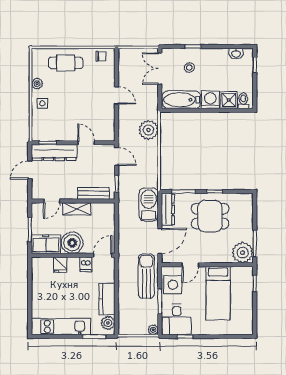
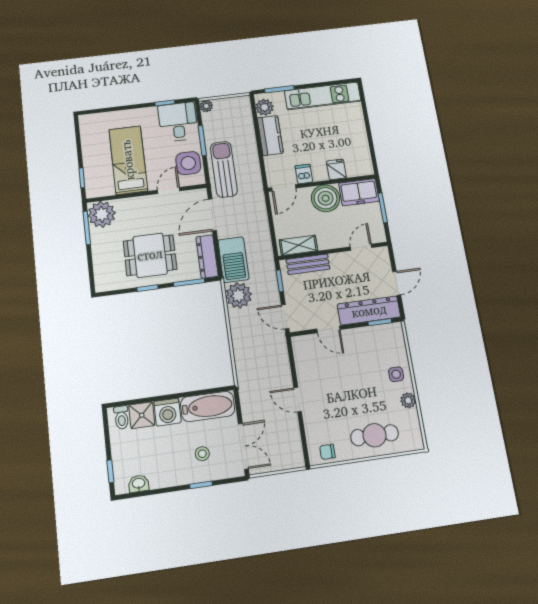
plant: (148, 130) -> (239, 295), moved
shelving: (77, 209) -> (298, 245), moved
sun lounger: (146, 276) -> (224, 169), turned 180

